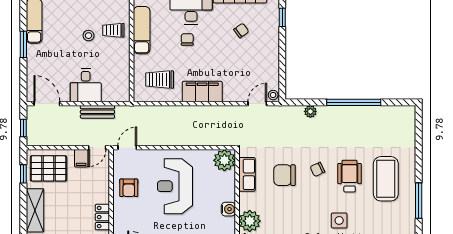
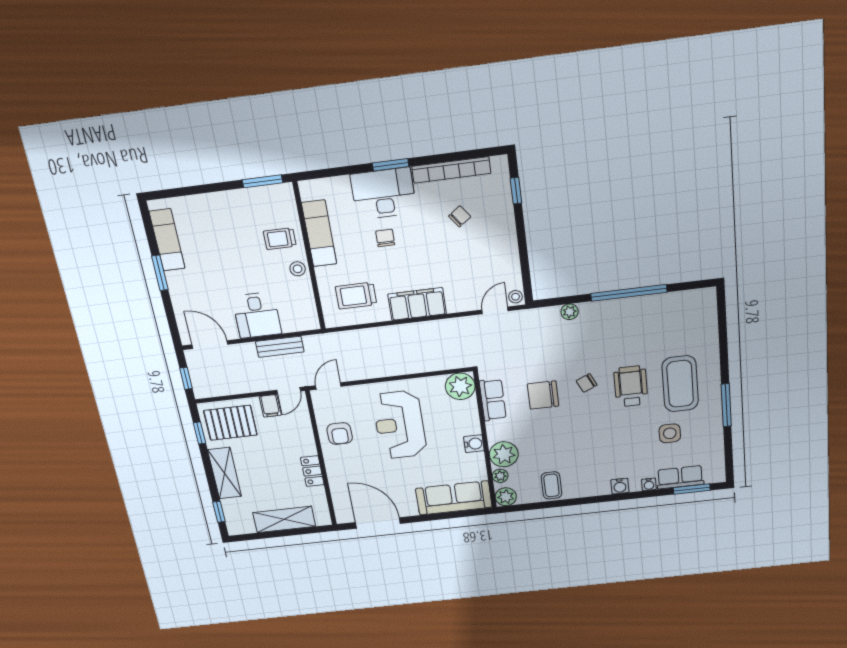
stool: (89, 36) -> (298, 269), moved
side table: (339, 220) -> (670, 433), moved

